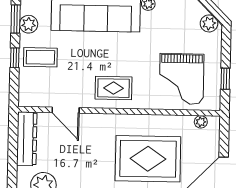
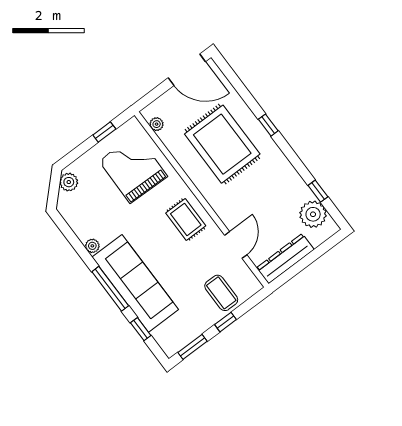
plant: (29, 24) -> (188, 333), removed
coffee table: (40, 57) -> (221, 293), moved
grand piano: (182, 79) -> (133, 169), turned -89

